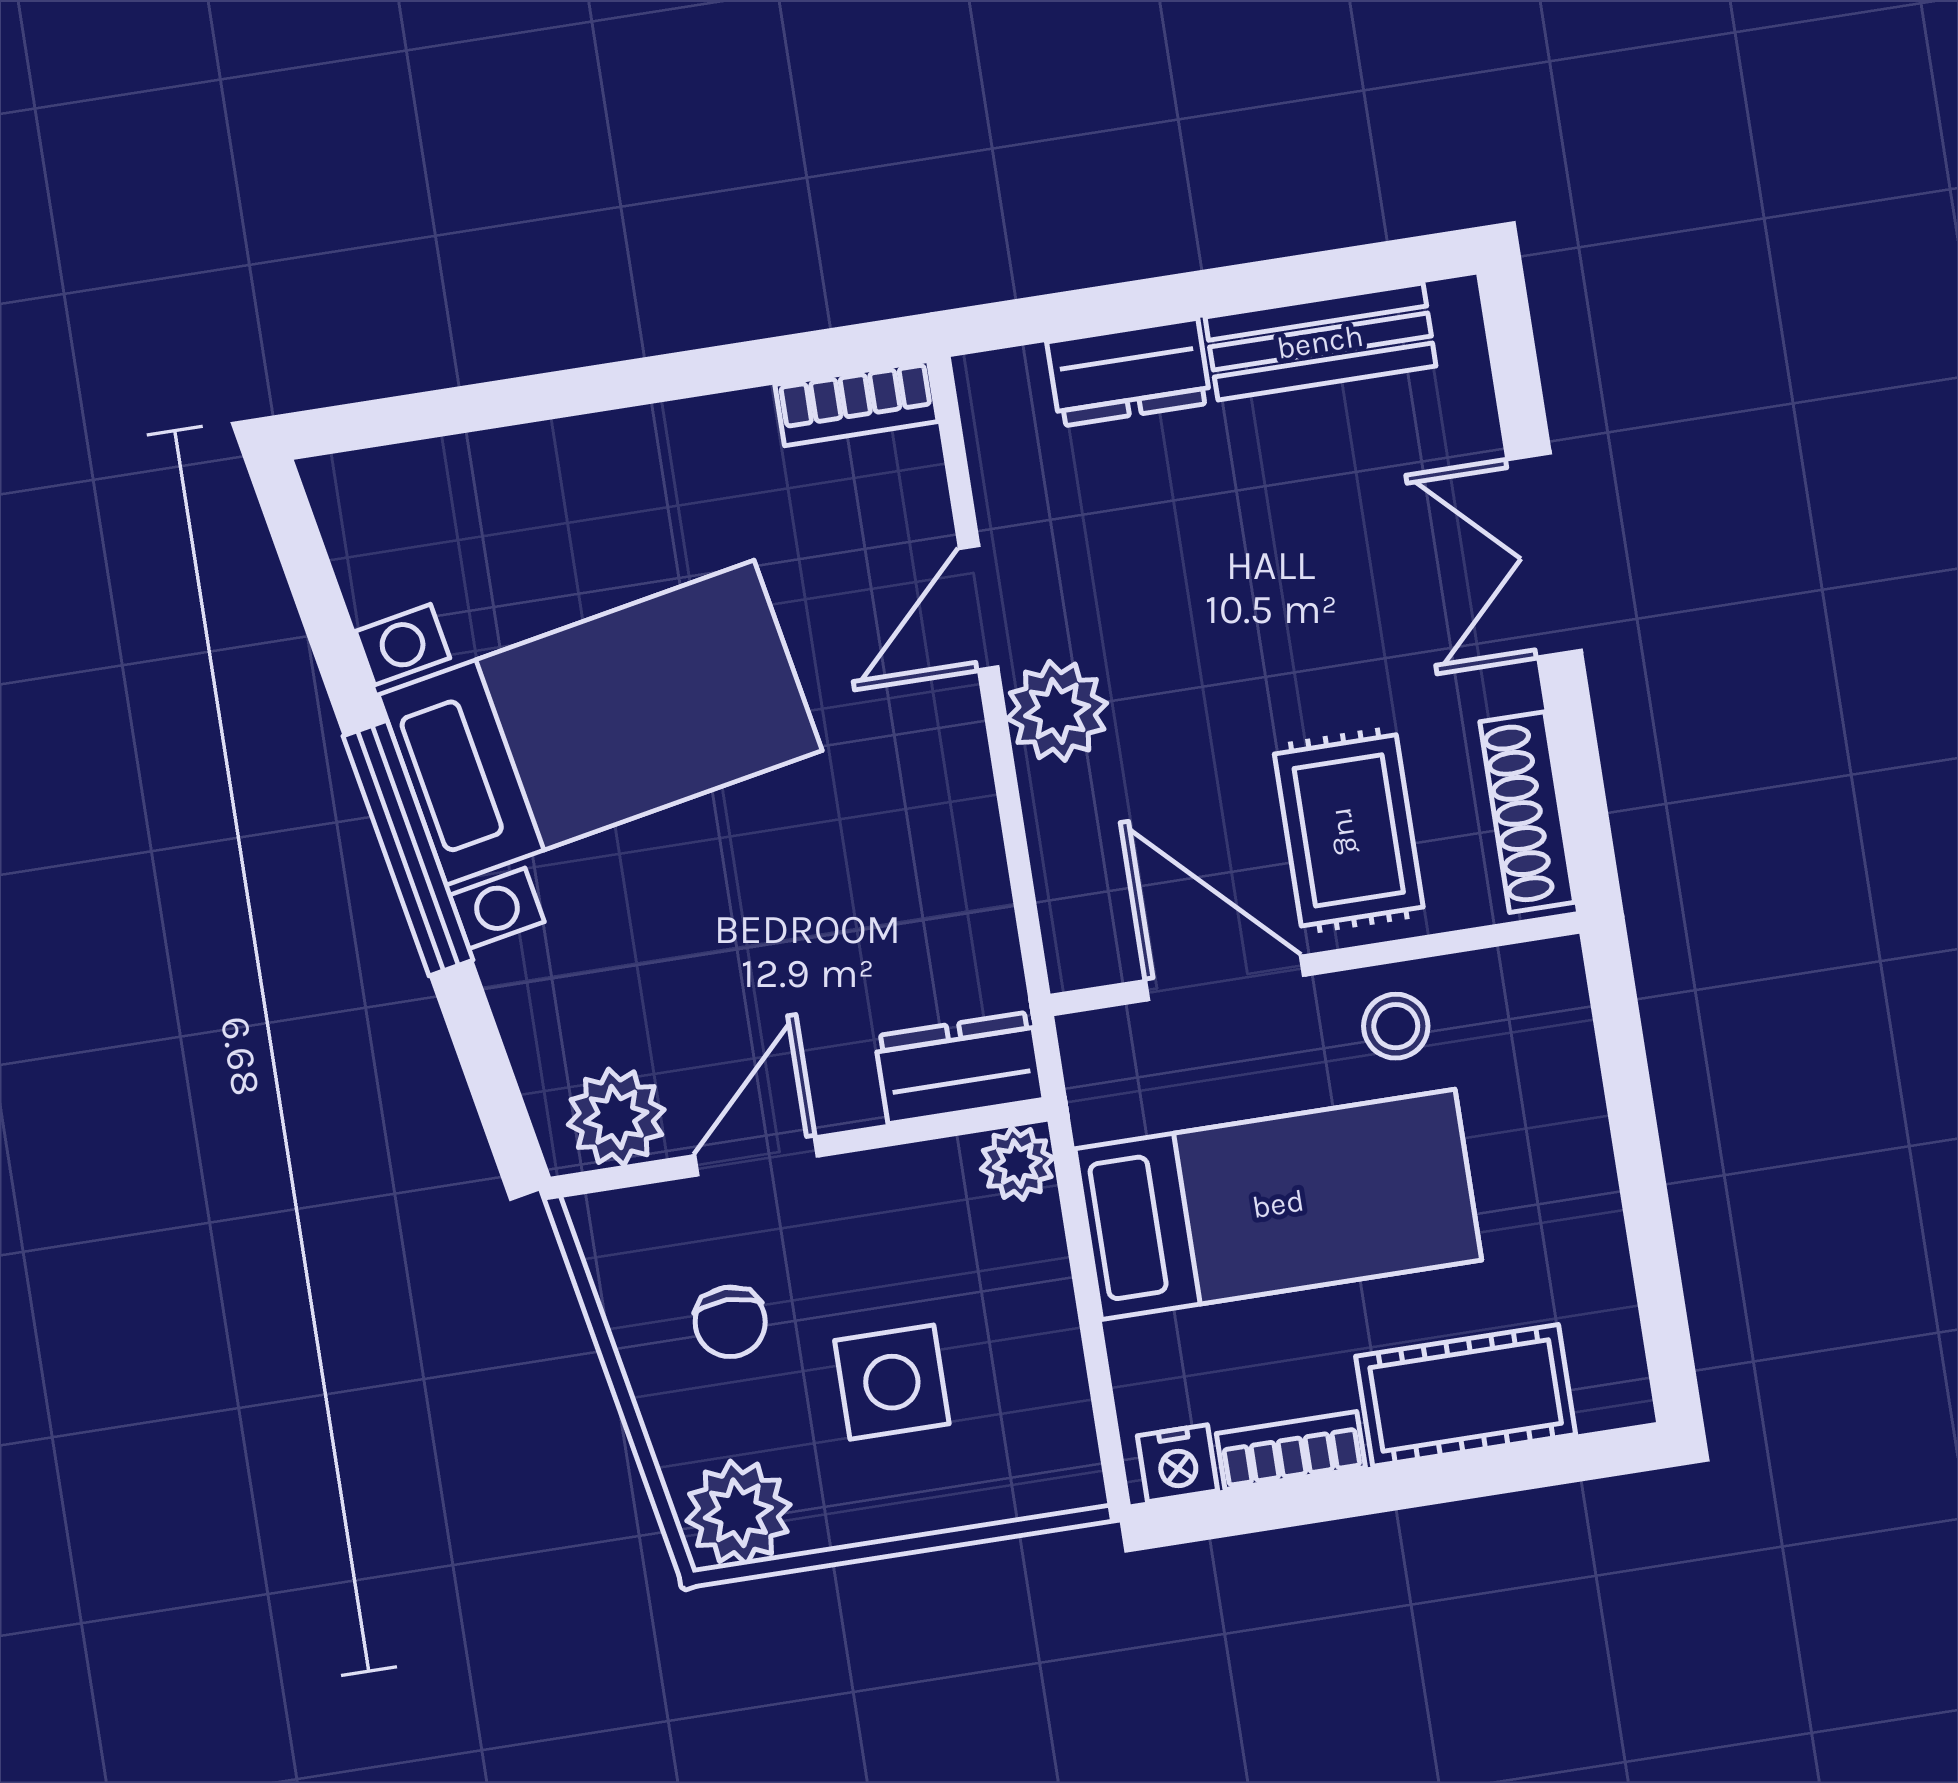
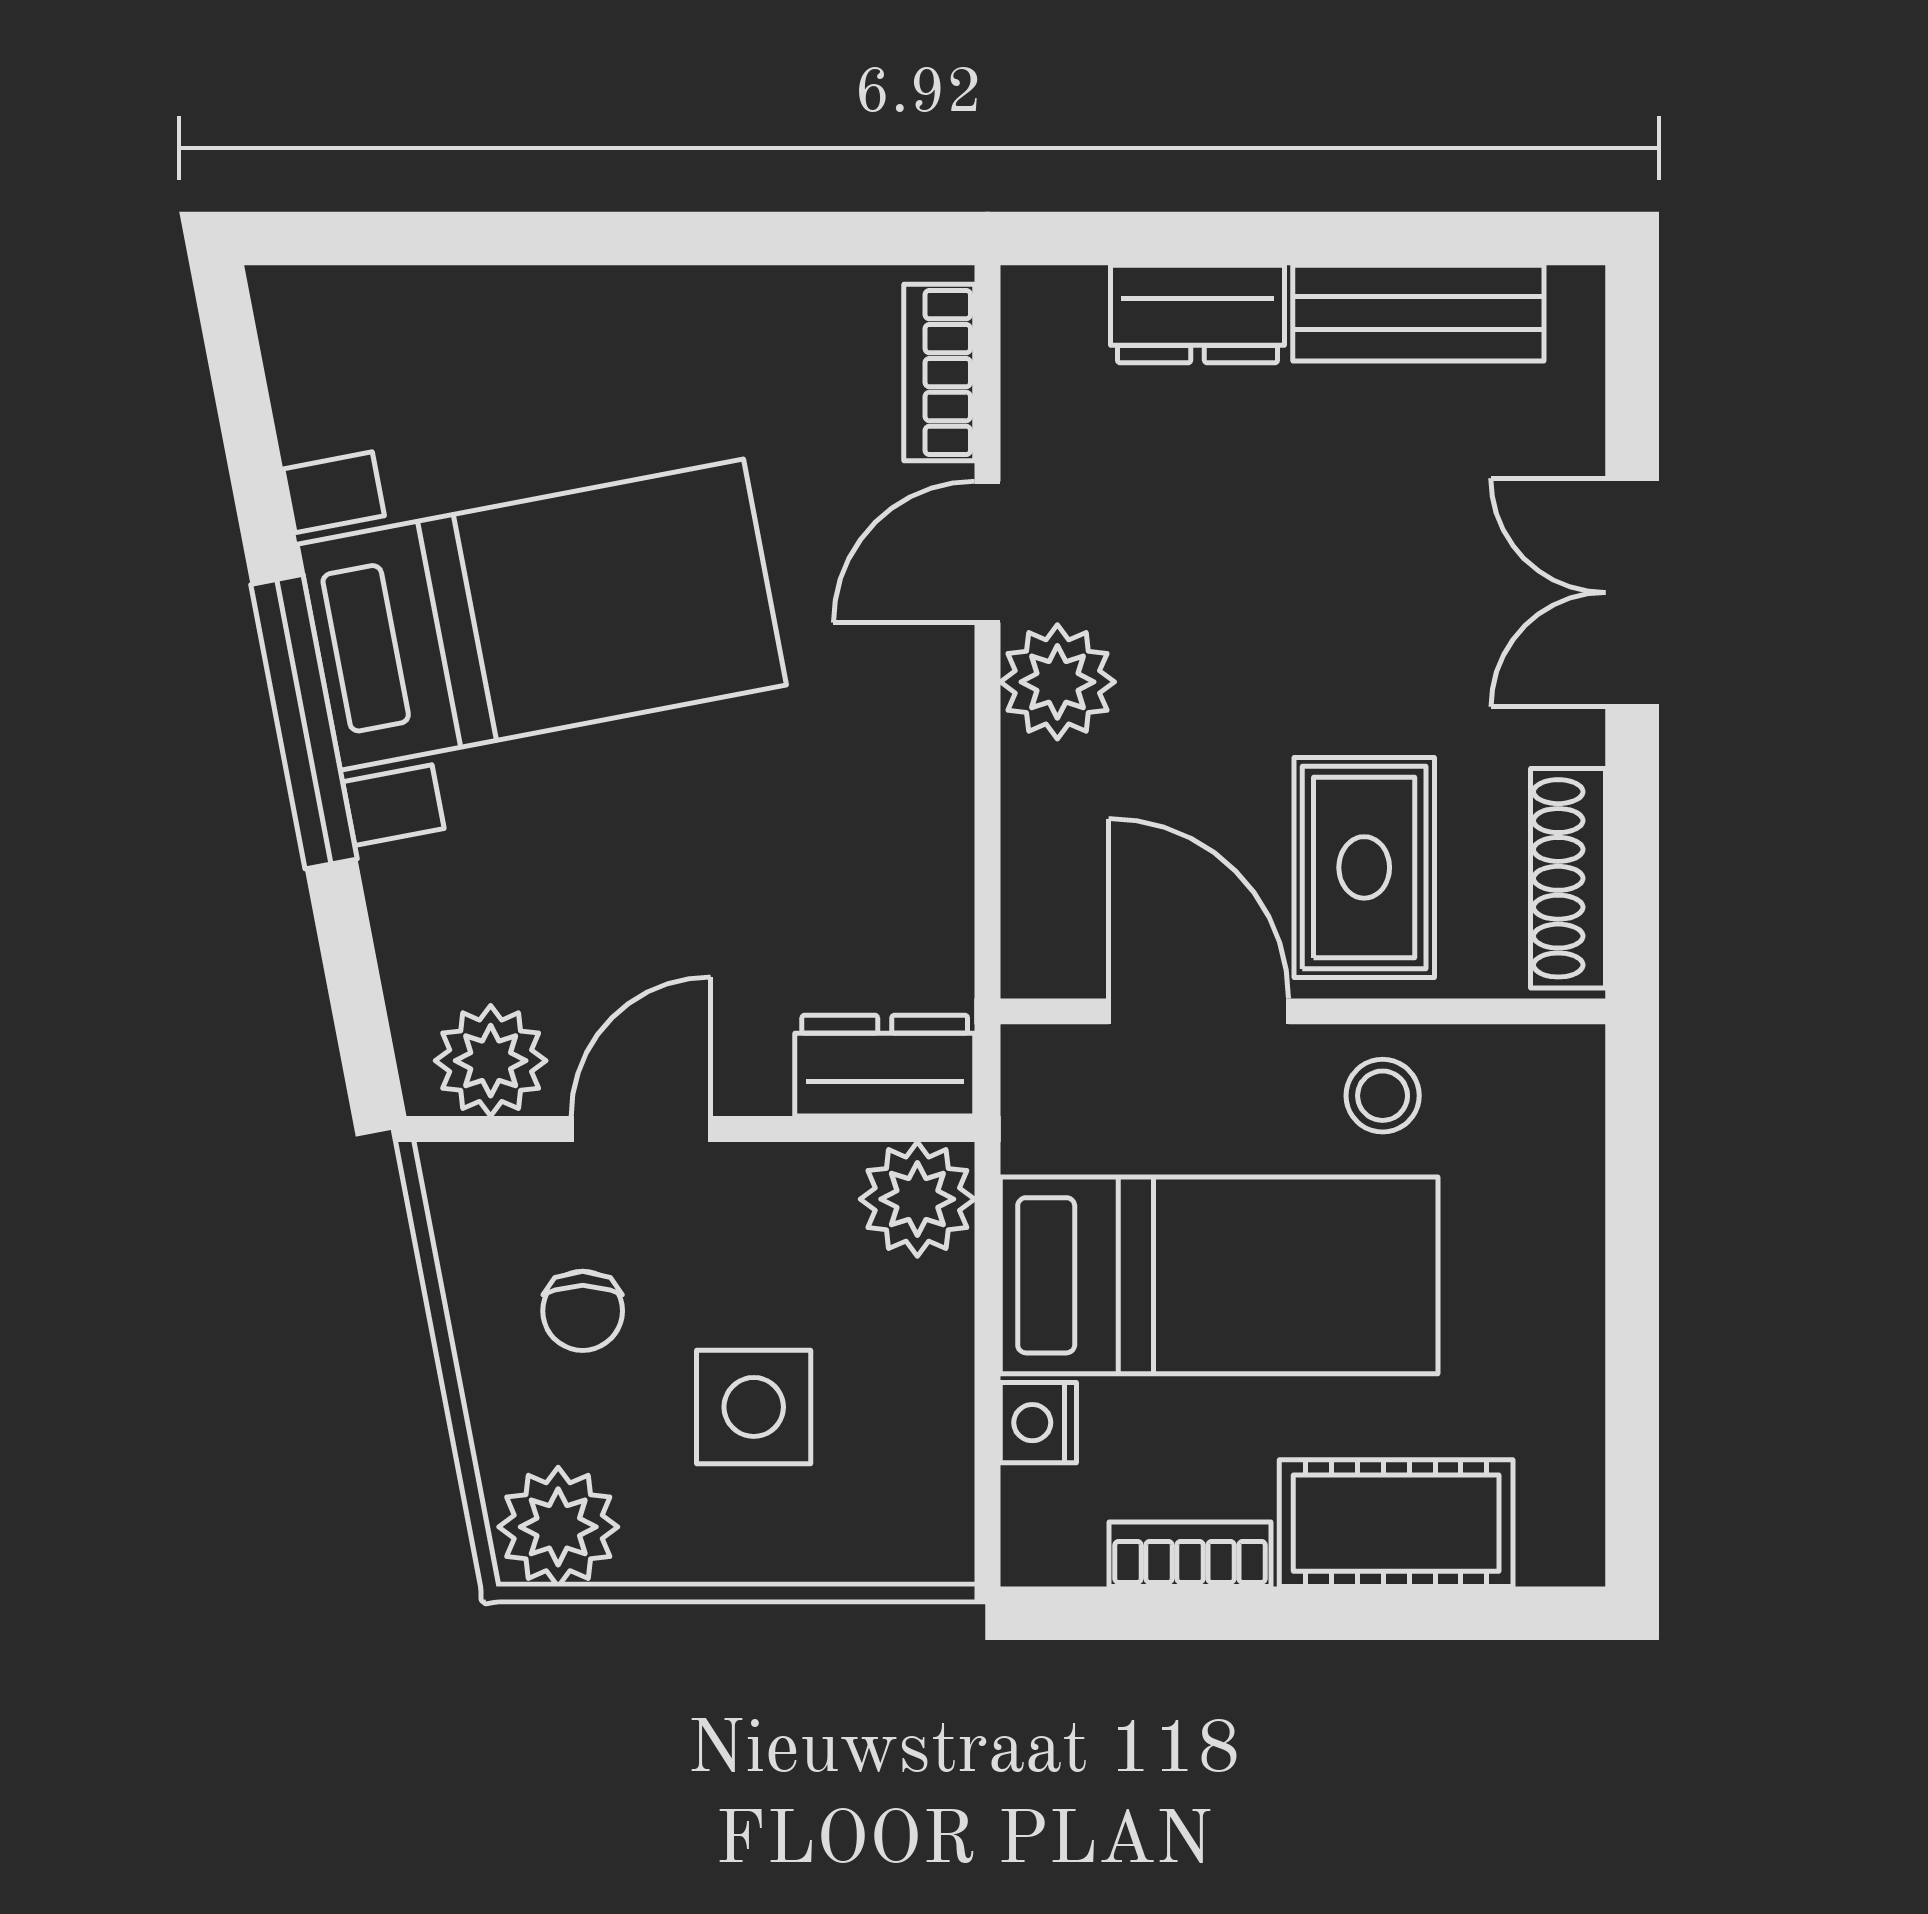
bookcase: (856, 403) -> (939, 373), moved, turned 90
plant: (1017, 1163) -> (917, 1199), width x1.38, depth x1.38
nightstand: (1177, 1463) -> (1038, 1423), moved, turned 90

